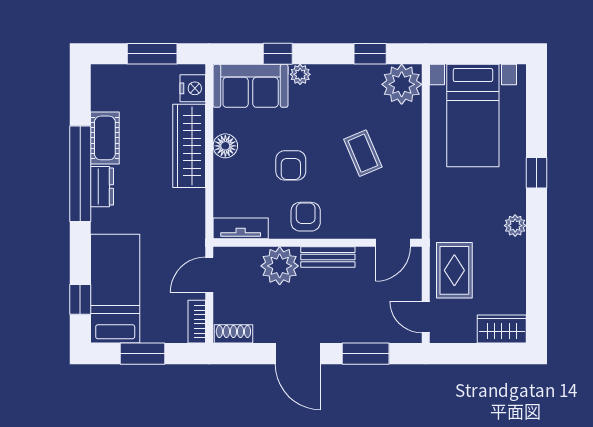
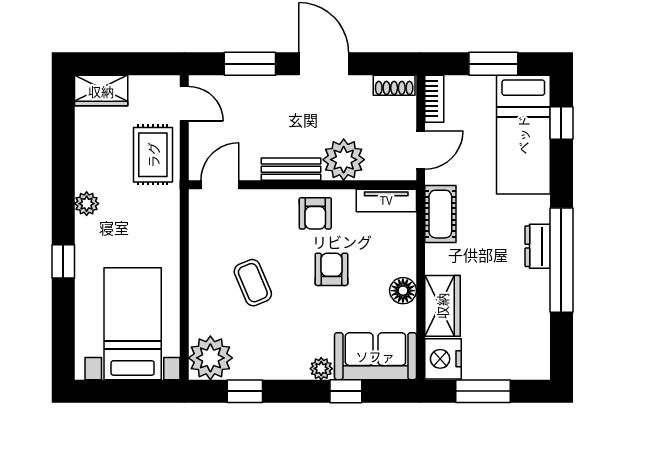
nightstand: (193, 88) -> (443, 359), width x1.36, depth x1.33
cot: (105, 138) -> (440, 214), moved
wardrobe: (189, 146) -> (442, 306), width x0.67

